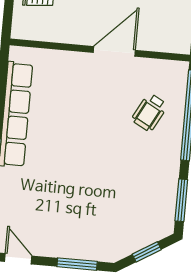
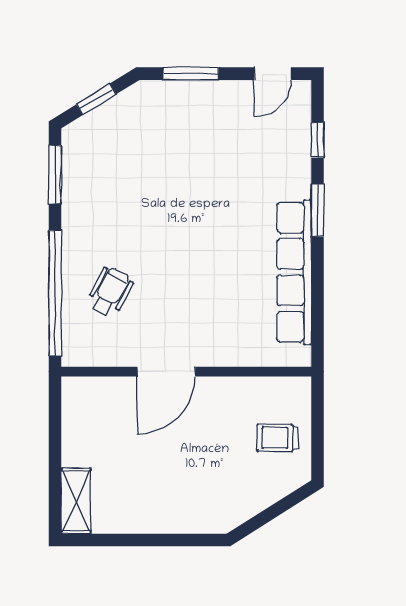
door: (18, 259) -> (273, 74), hinge flipped

